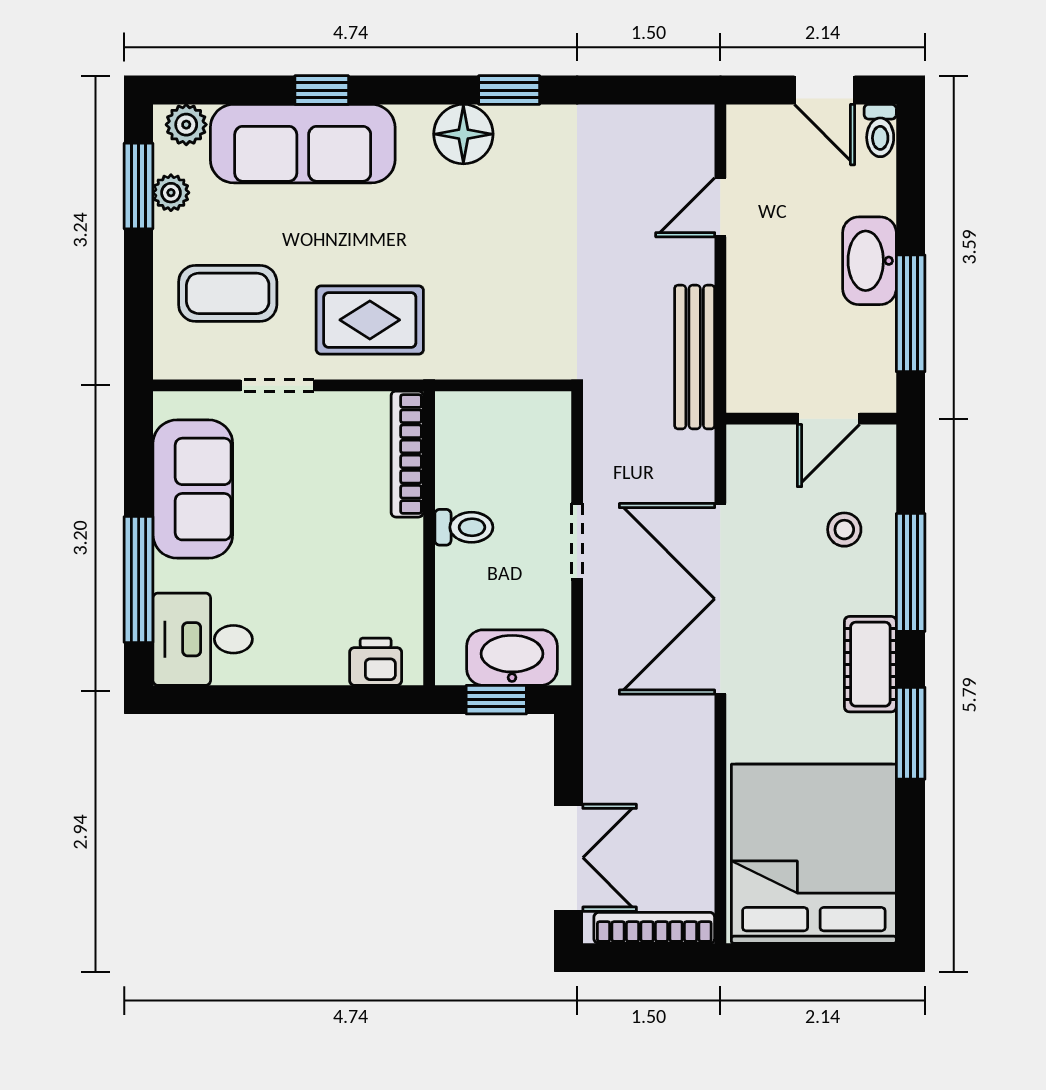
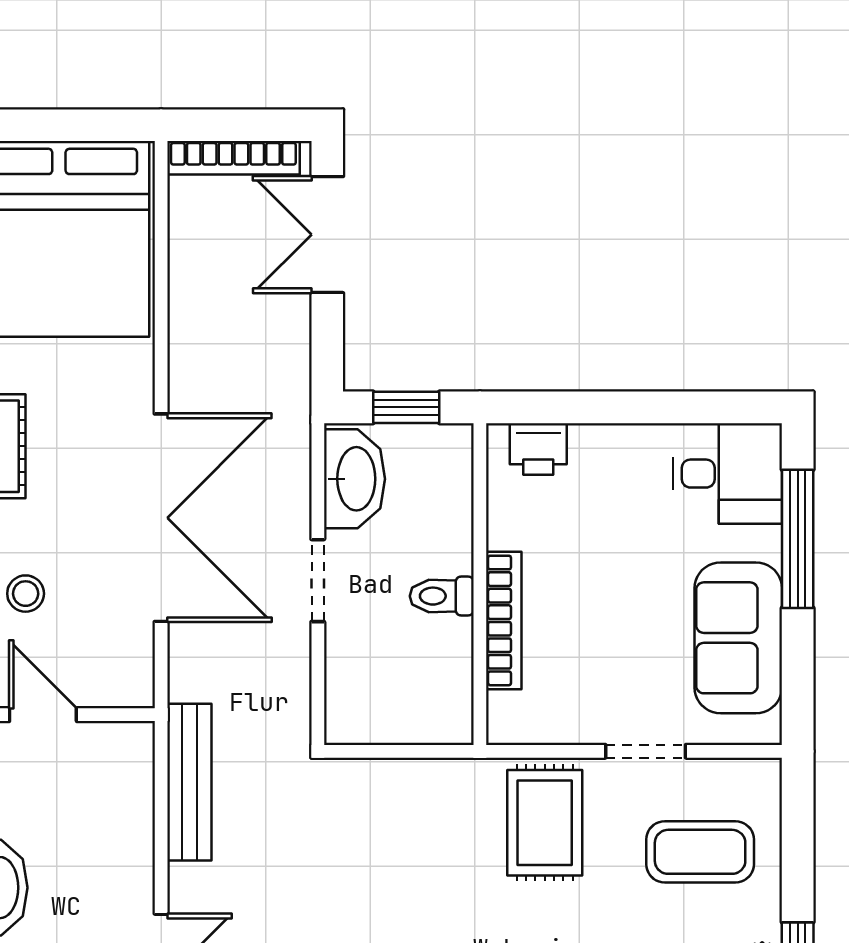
rug: (370, 320) -> (545, 823), turned 90
door: (828, 419) -> (43, 715), hinge flipped
bookcase: (407, 454) -> (504, 620), moved
washbasin: (512, 658) -> (354, 479), moved, turned -90

